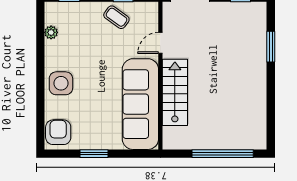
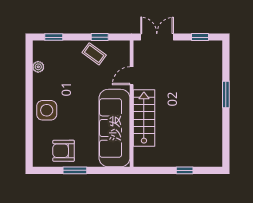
window: (271, 47) -> (226, 94), moved
armchair: (58, 132) -> (64, 151), moved, turned -90
window: (223, 154) -> (185, 170), width x0.32

